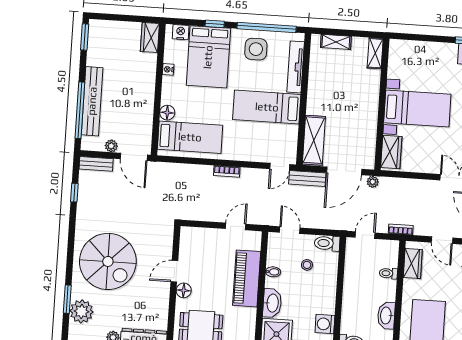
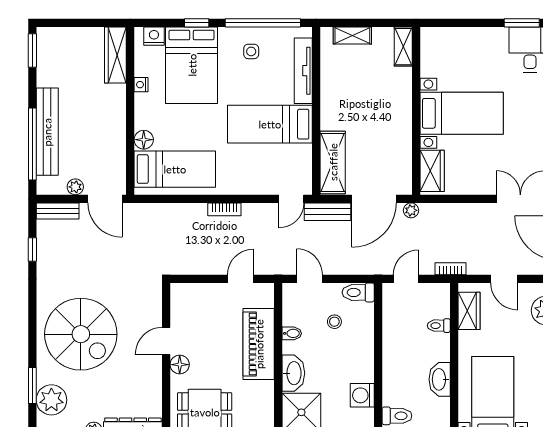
wardrobe: (150, 38) -> (115, 55), width x1.50
side table: (256, 49) -> (251, 51), width x0.54, depth x0.54

